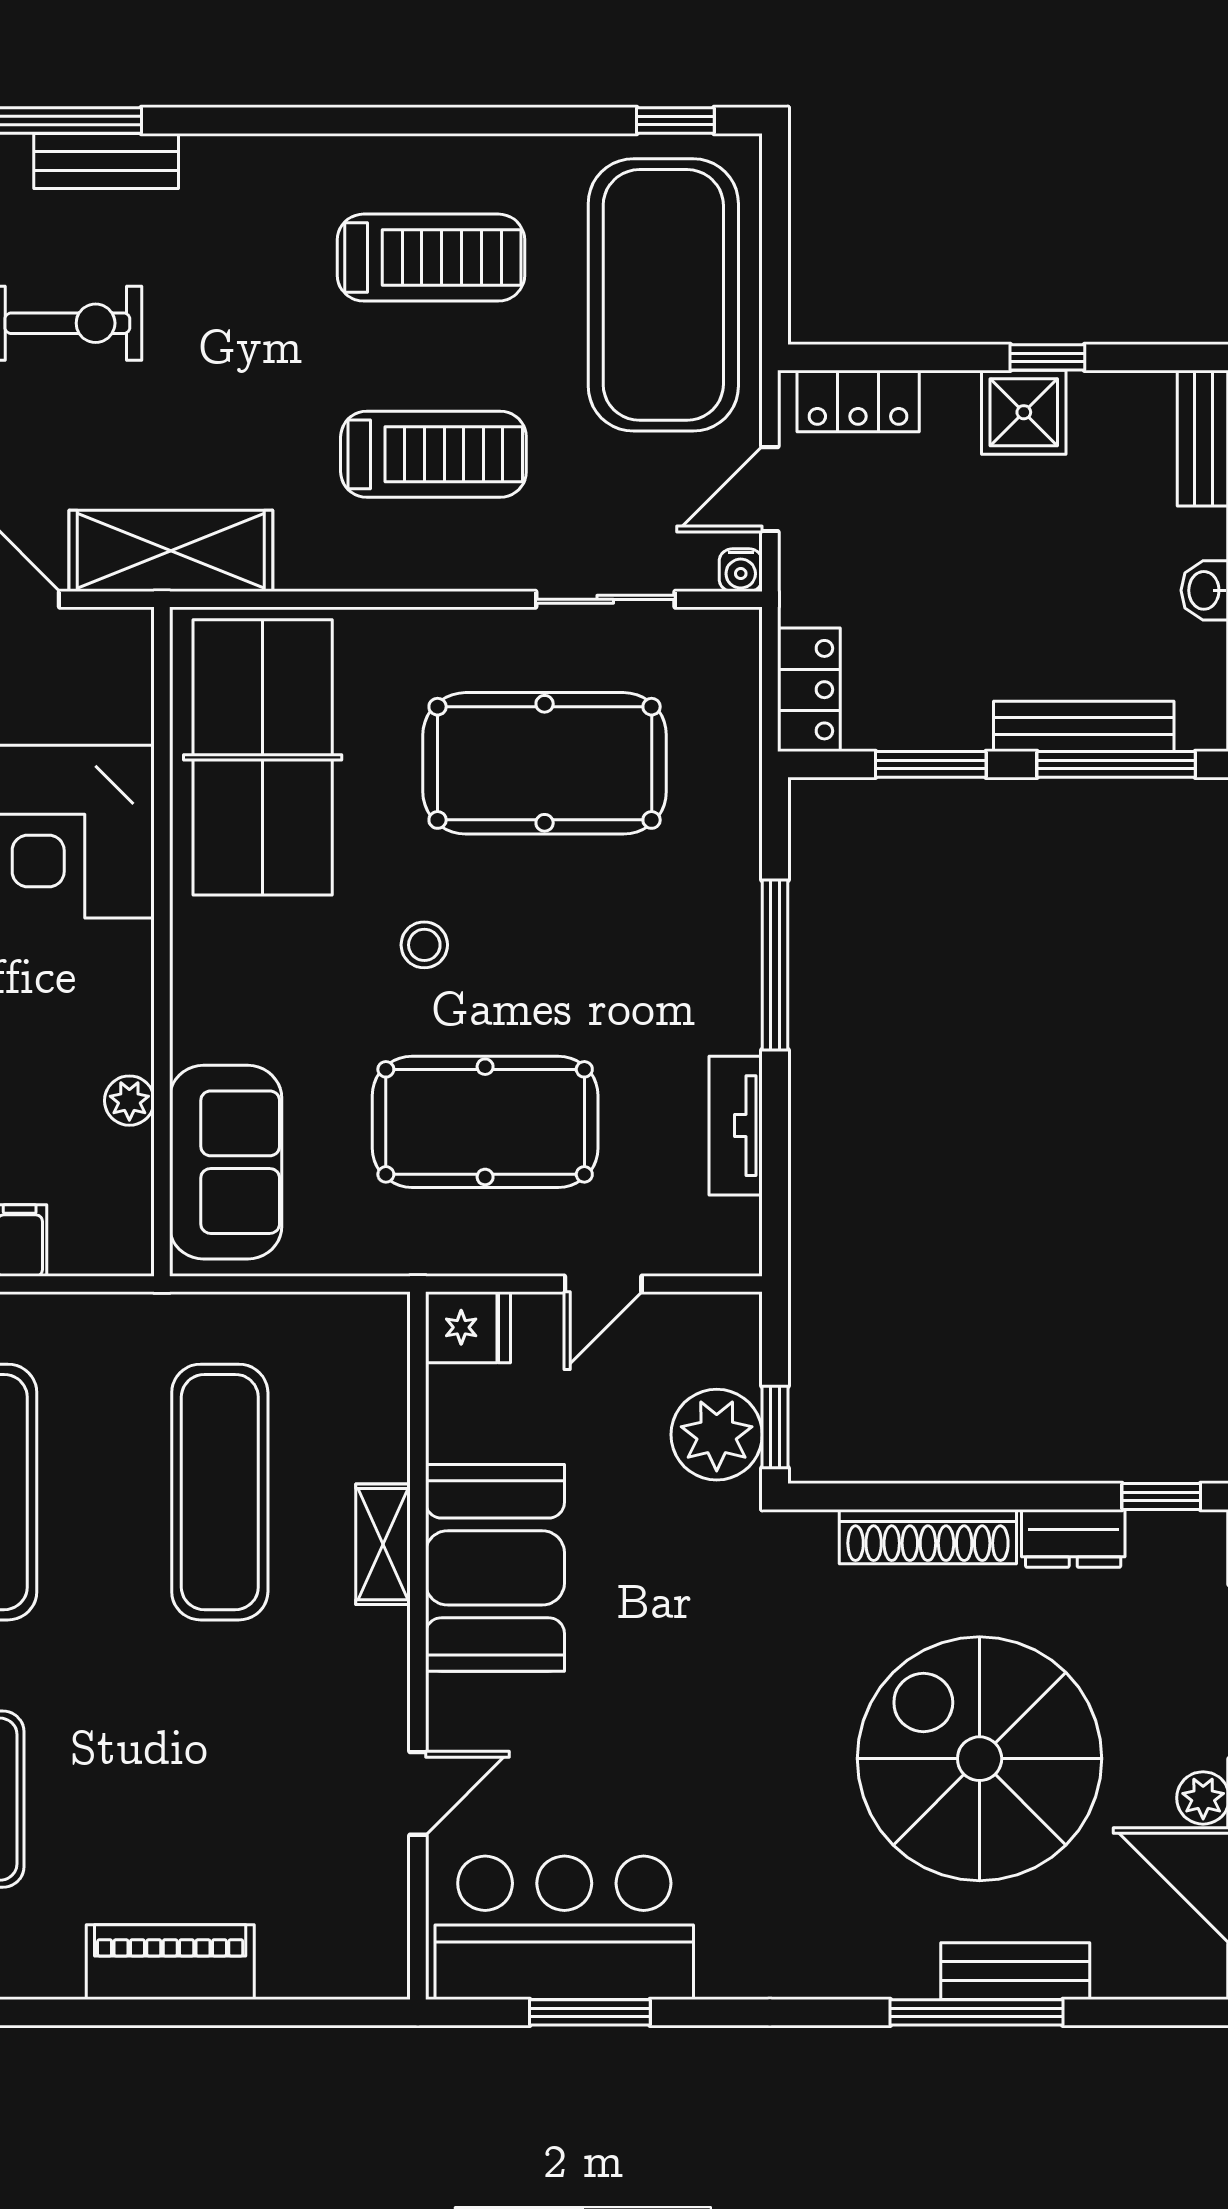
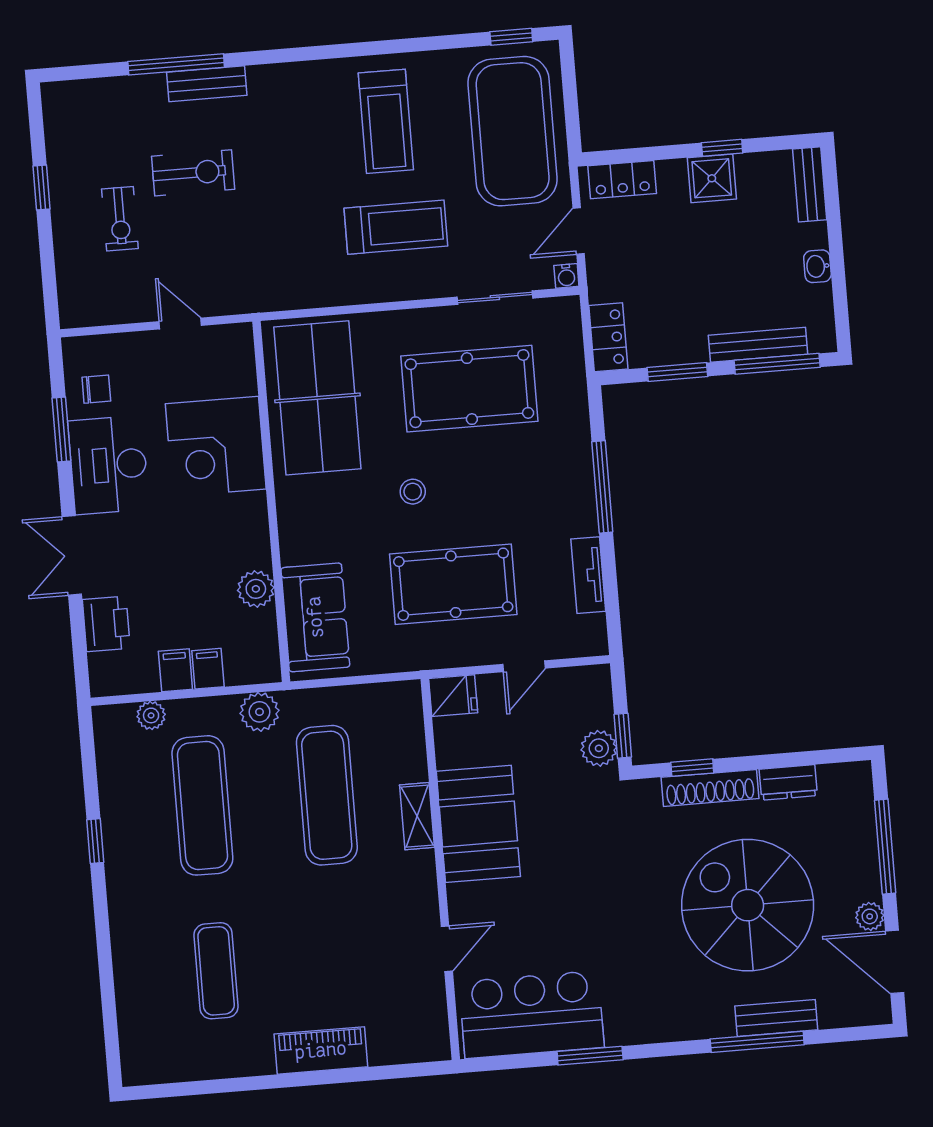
treadmill: (431, 258) -> (386, 121), turned 90
shelving: (171, 551) -> (259, 291), removed
plant: (129, 1101) -> (256, 589), width x1.38, depth x1.38
plant: (108, 1328) -> (260, 712), added
plant: (717, 1435) -> (599, 748), width x0.73, depth x0.73
window: (1161, 1497) -> (692, 768), moved
window: (590, 2012) -> (590, 1056), moved

